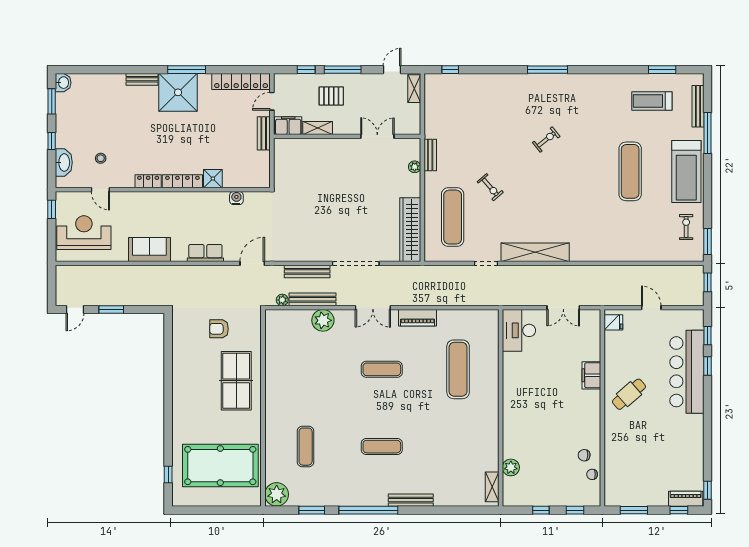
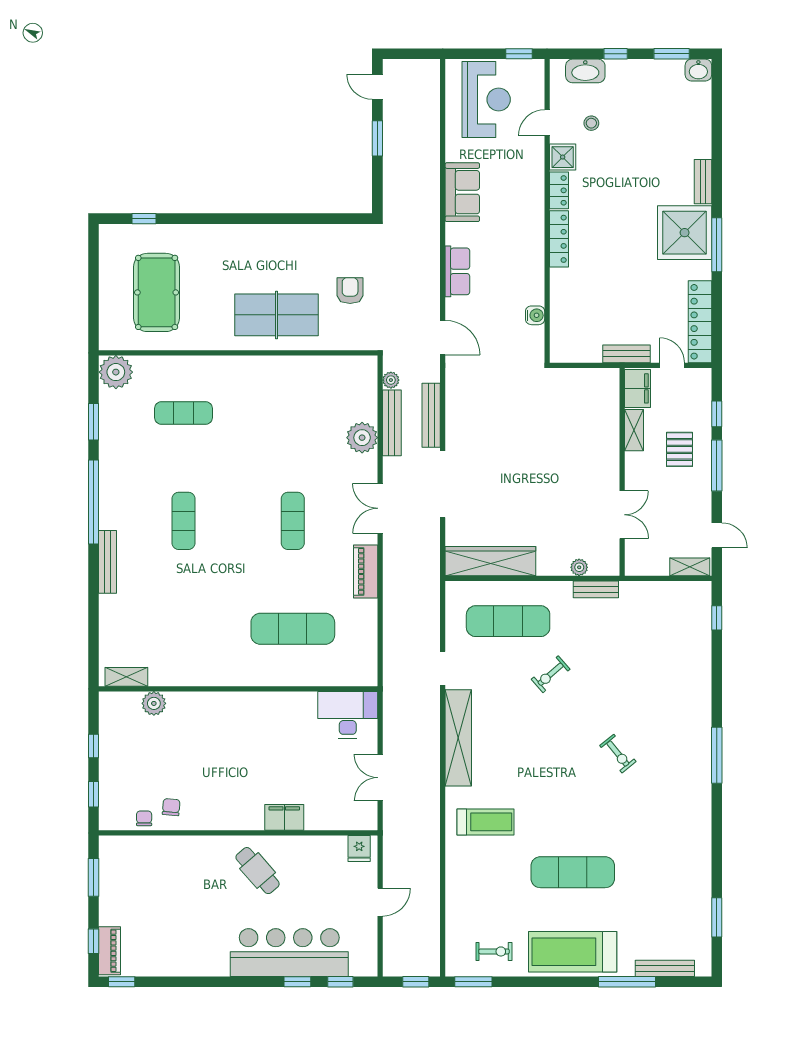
treadmill: (652, 101) -> (486, 822), moved, turned 90
shower: (213, 179) -> (563, 157), moved
pool table: (220, 466) -> (157, 292), width x0.73, depth x0.76

